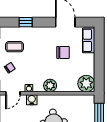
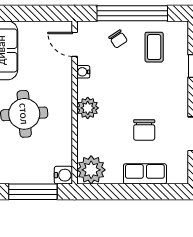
row of seats: (89, 40) -> (145, 174), moved
water cooler: (32, 100) -> (63, 175), moved

